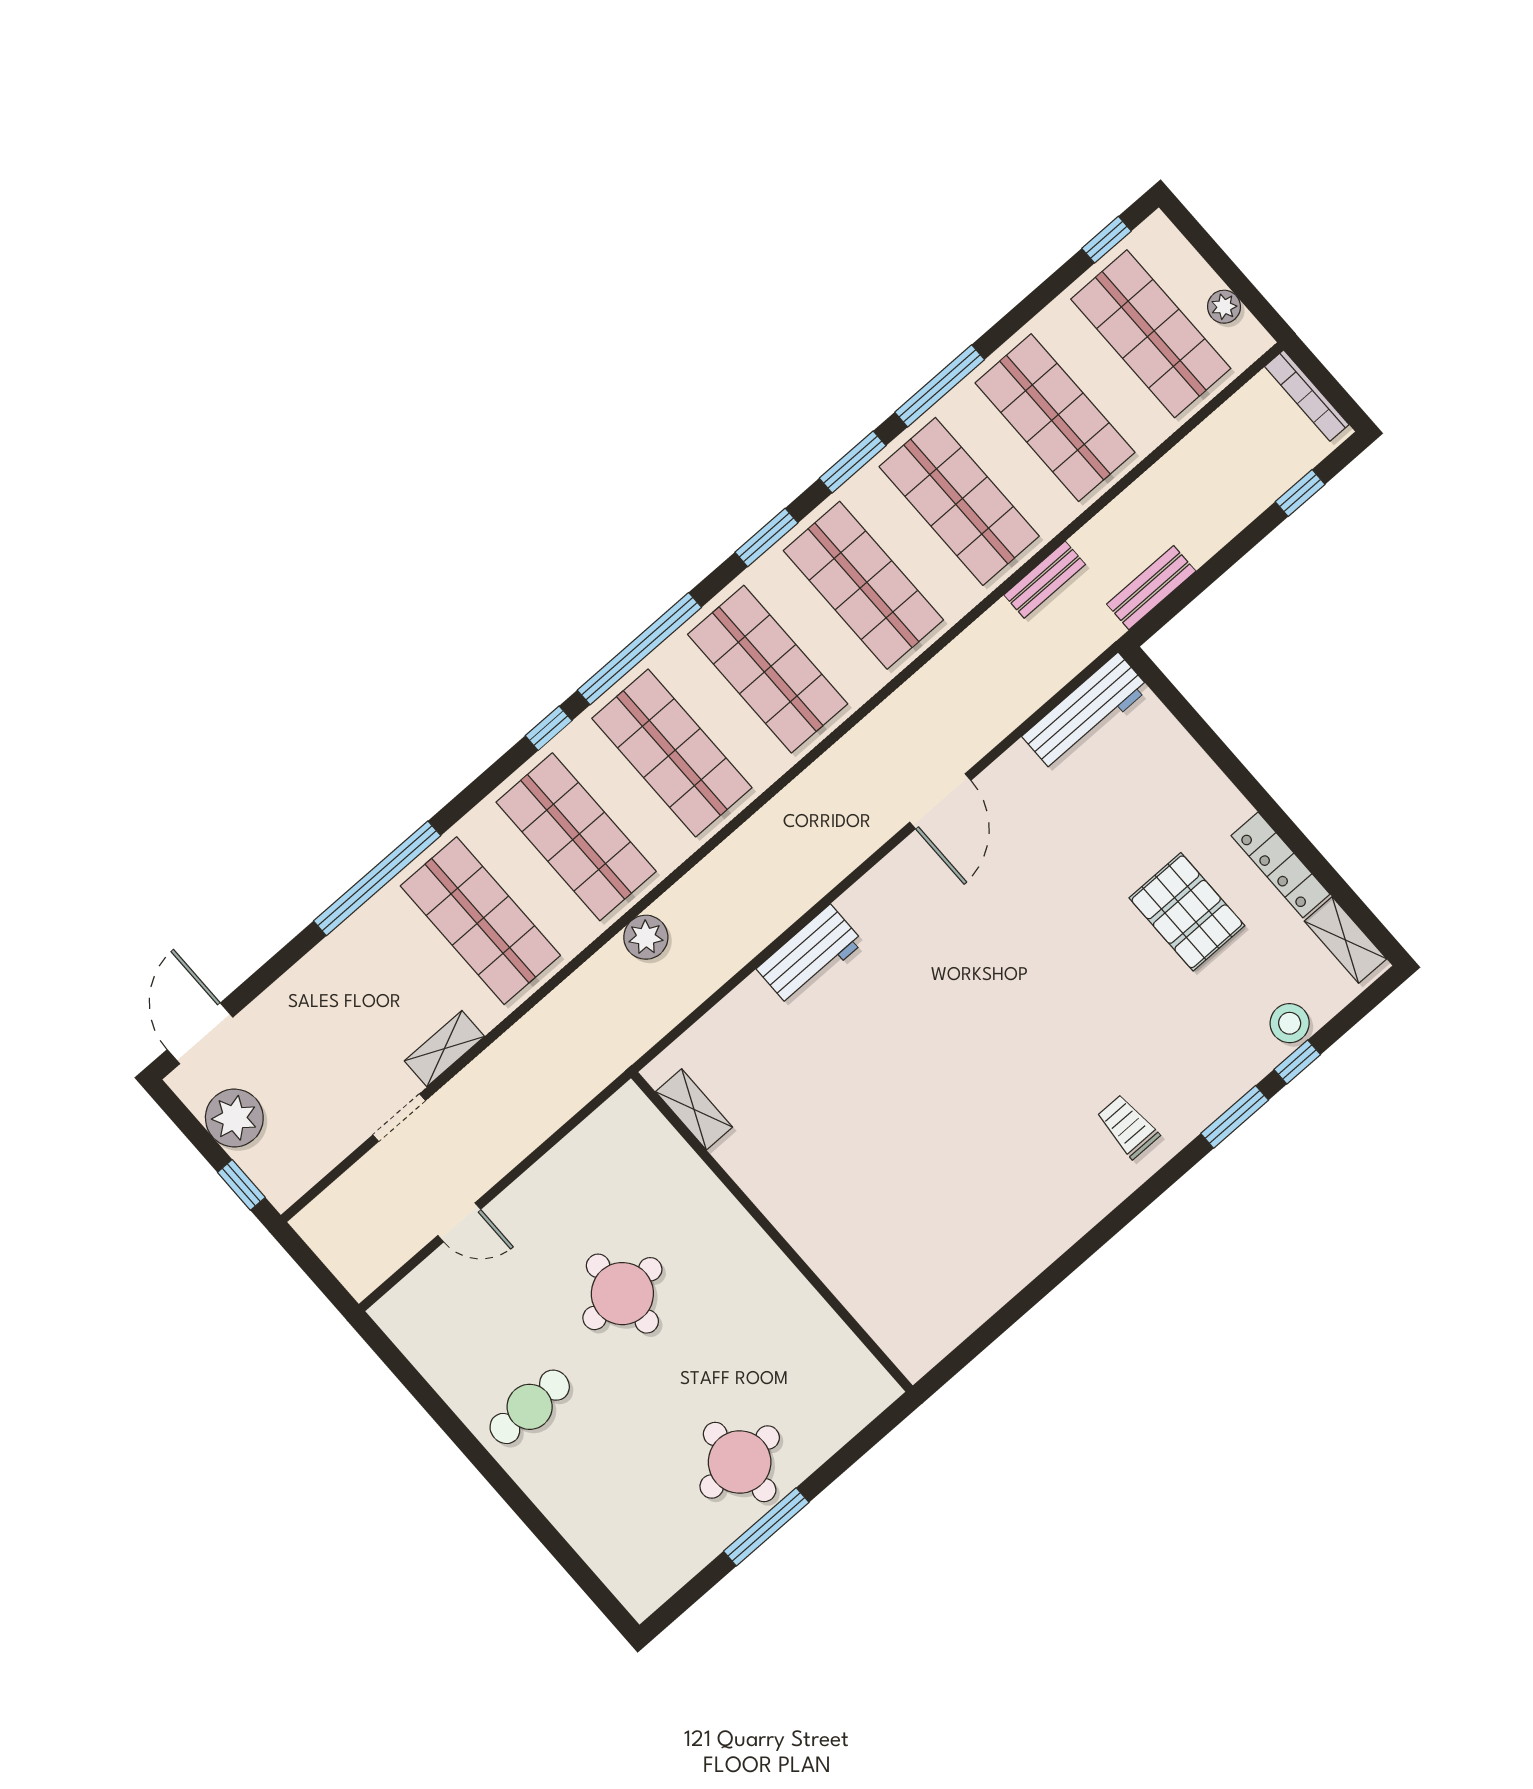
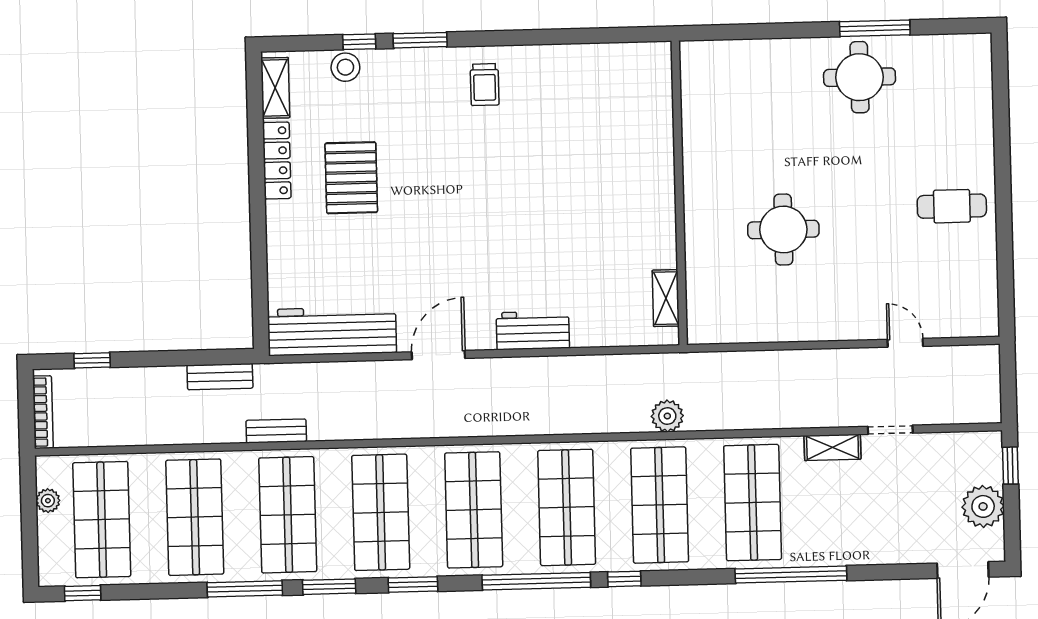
workbench: (1086, 712) -> (332, 331), width x1.36, depth x1.32
workbench: (810, 956) -> (533, 330), moved
shelving: (694, 1109) -> (666, 298), moved
wall: (772, 1232) -> (679, 193), moved
round table: (622, 1294) -> (783, 229), moved

